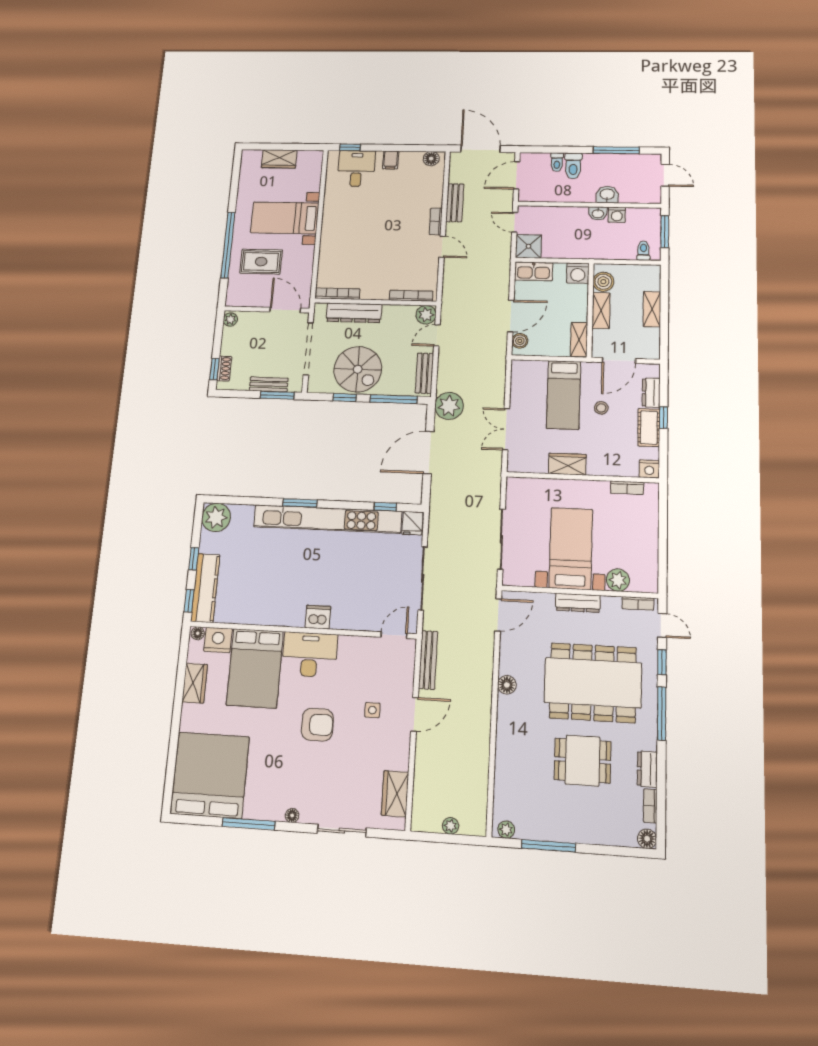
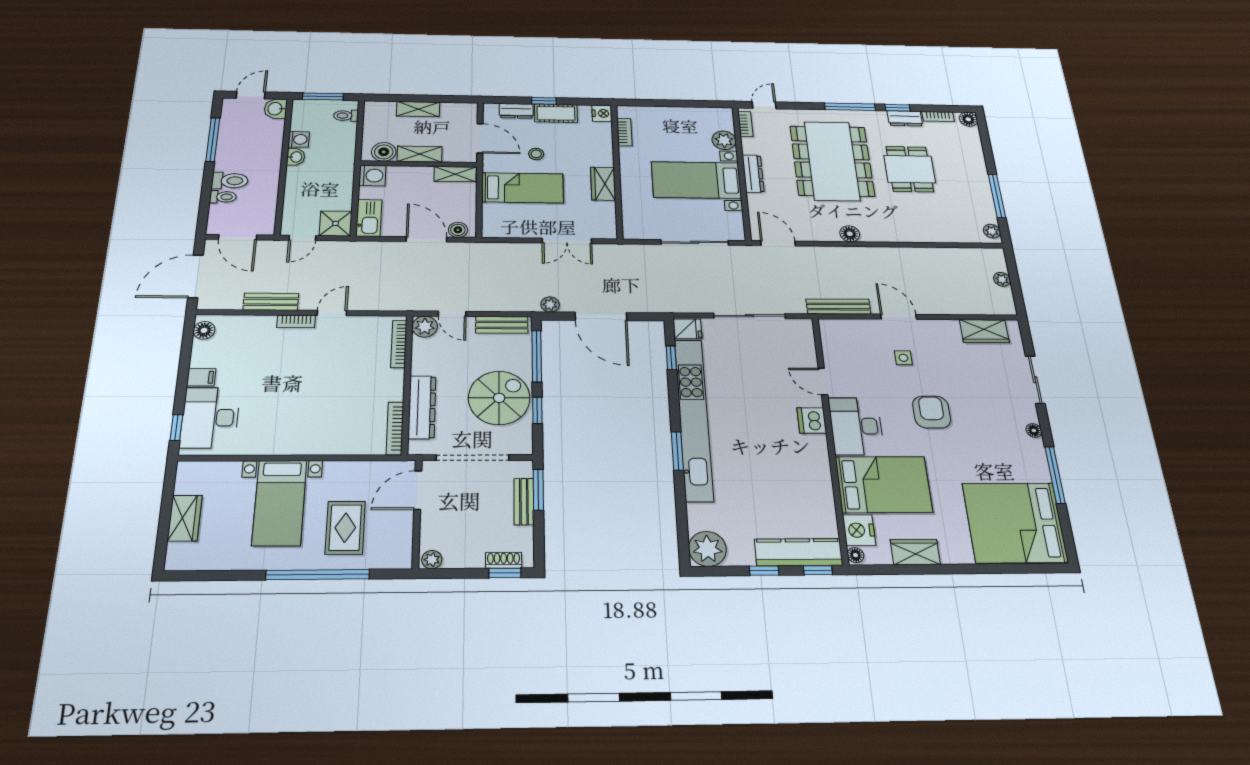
desk: (356, 168) -> (210, 418), width x1.37
washbasin: (607, 195) -> (276, 109), moved
plant: (449, 406) -> (550, 304), width x0.53, depth x0.53
door: (394, 635) -> (823, 381), moved
window: (662, 662) -> (898, 108), moved

